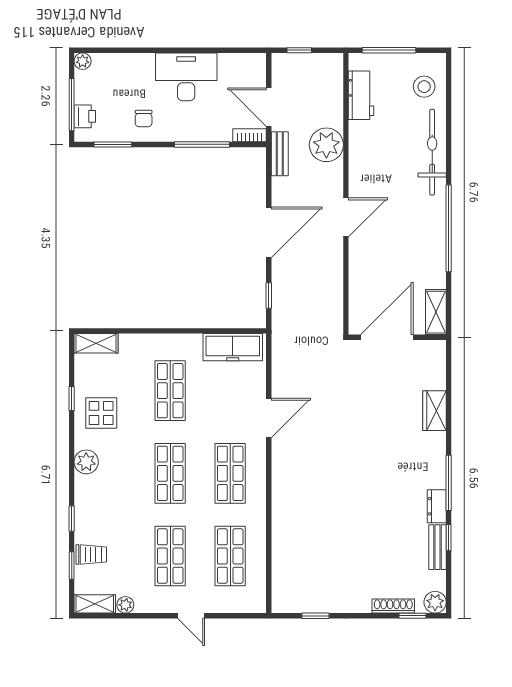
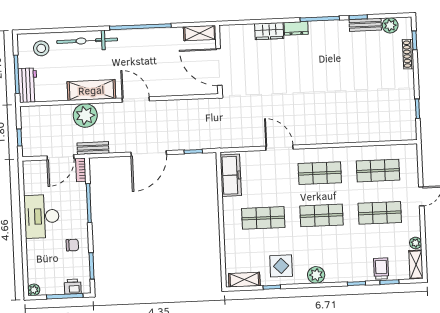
workbench: (361, 95) -> (28, 85), moved, turned 90
shelving: (362, 155) -> (91, 90), added
door: (269, 232) -> (149, 153), swing flipped
shelving: (96, 343) -> (244, 280), moved, turned 90
dresser: (437, 506) -> (296, 28), moved
plant: (435, 602) -> (390, 25), moved

